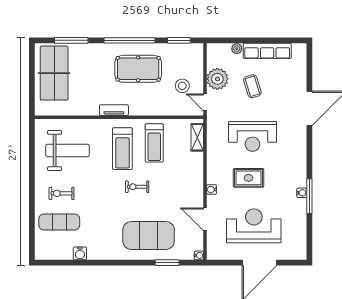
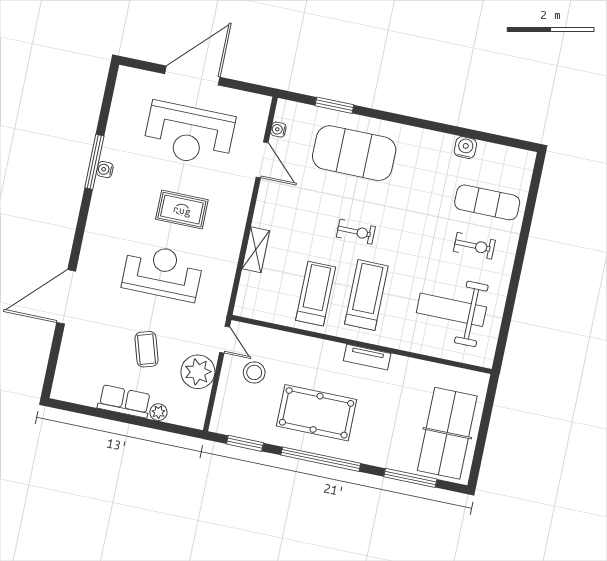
row of seats: (267, 51) -> (124, 401), width x0.68
shelving: (197, 137) -> (256, 250), moved
water cooler: (212, 190) -> (243, 204), removed
water cooler: (199, 255) -> (278, 130), moved

